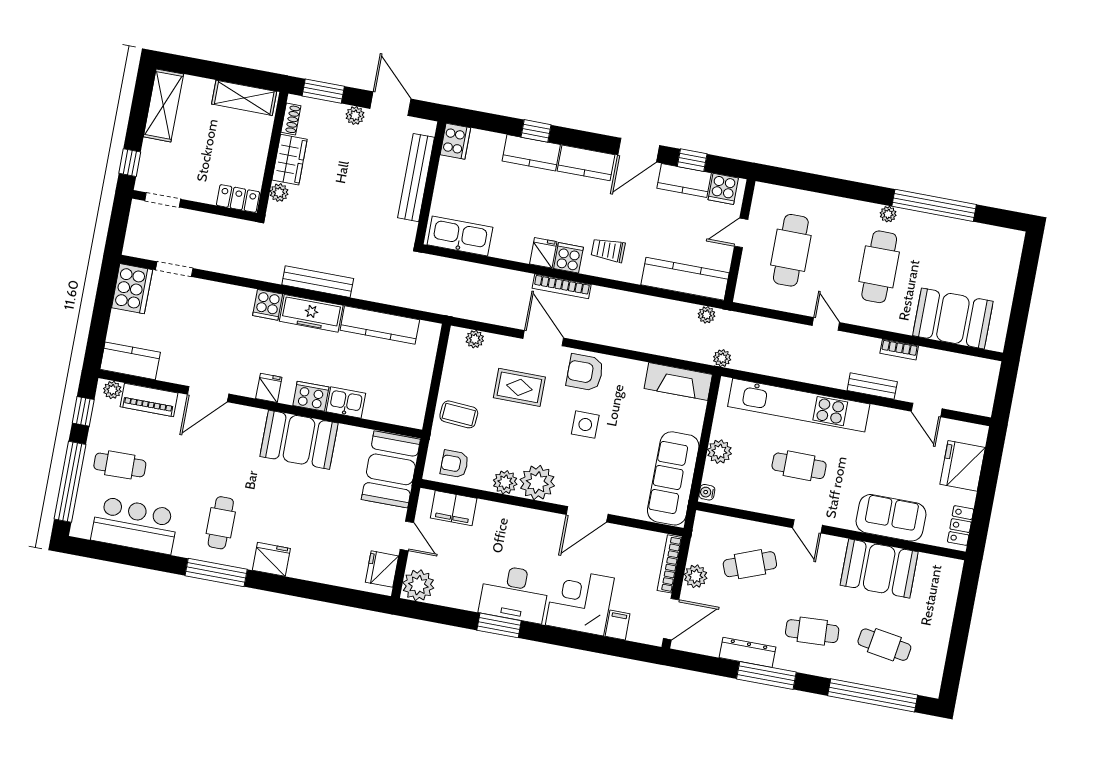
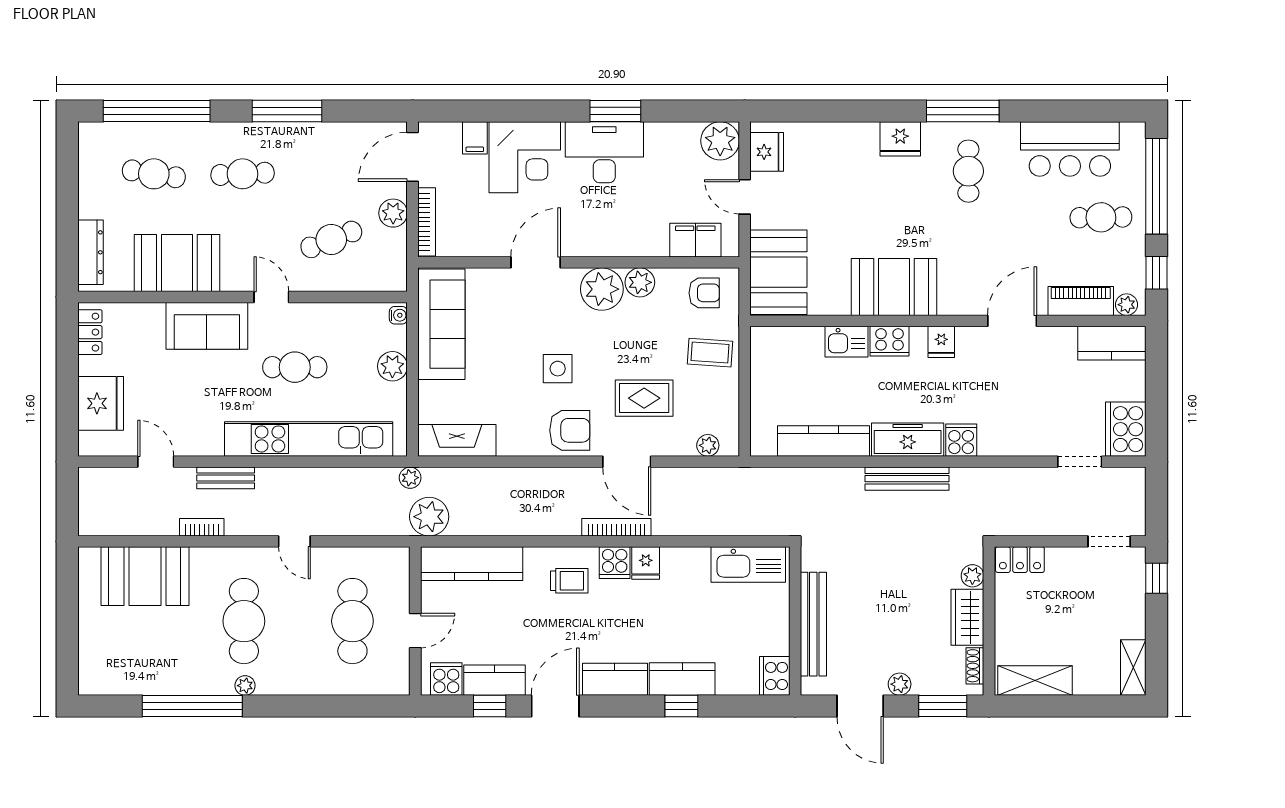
shelving: (163, 105) -> (1133, 668), width x0.67, depth x0.75
plant: (706, 315) -> (429, 517), width x1.87, depth x1.87
sofa: (891, 518) -> (207, 326), moved
dresser: (747, 652) -> (91, 252), moved, turned -90

